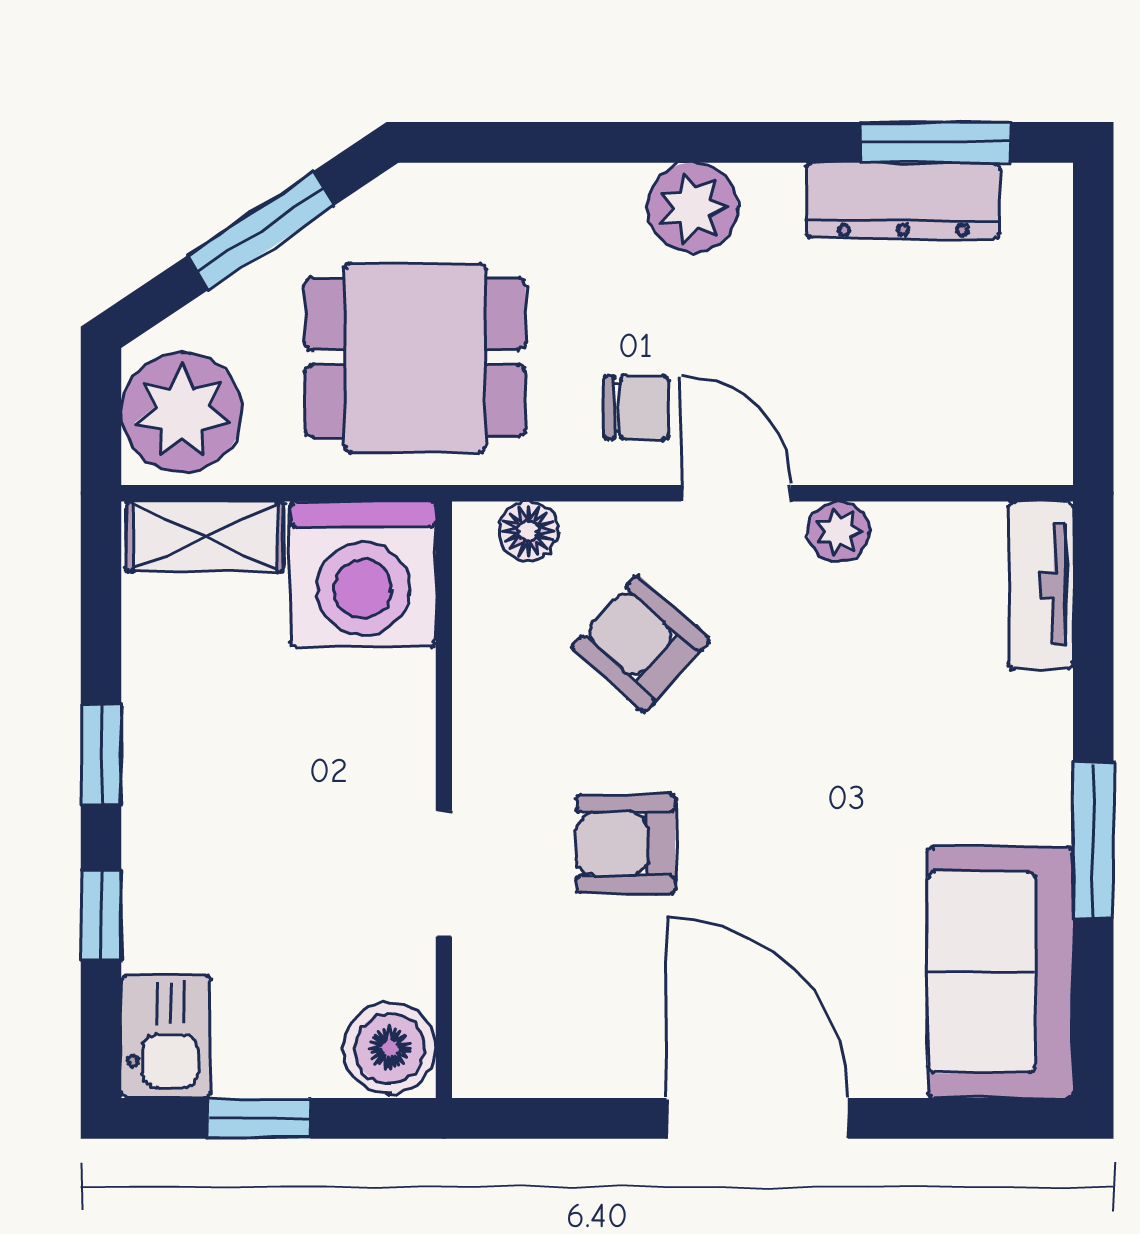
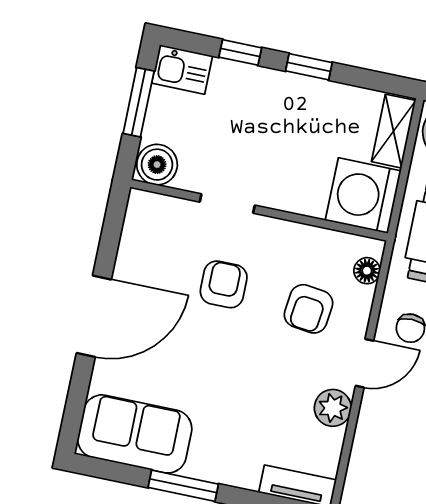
plant: (839, 532) -> (333, 408), width x1.38, depth x1.38
armchair: (641, 643) -> (308, 309), turned 145
window: (259, 1118) -> (139, 102), width x1.50

